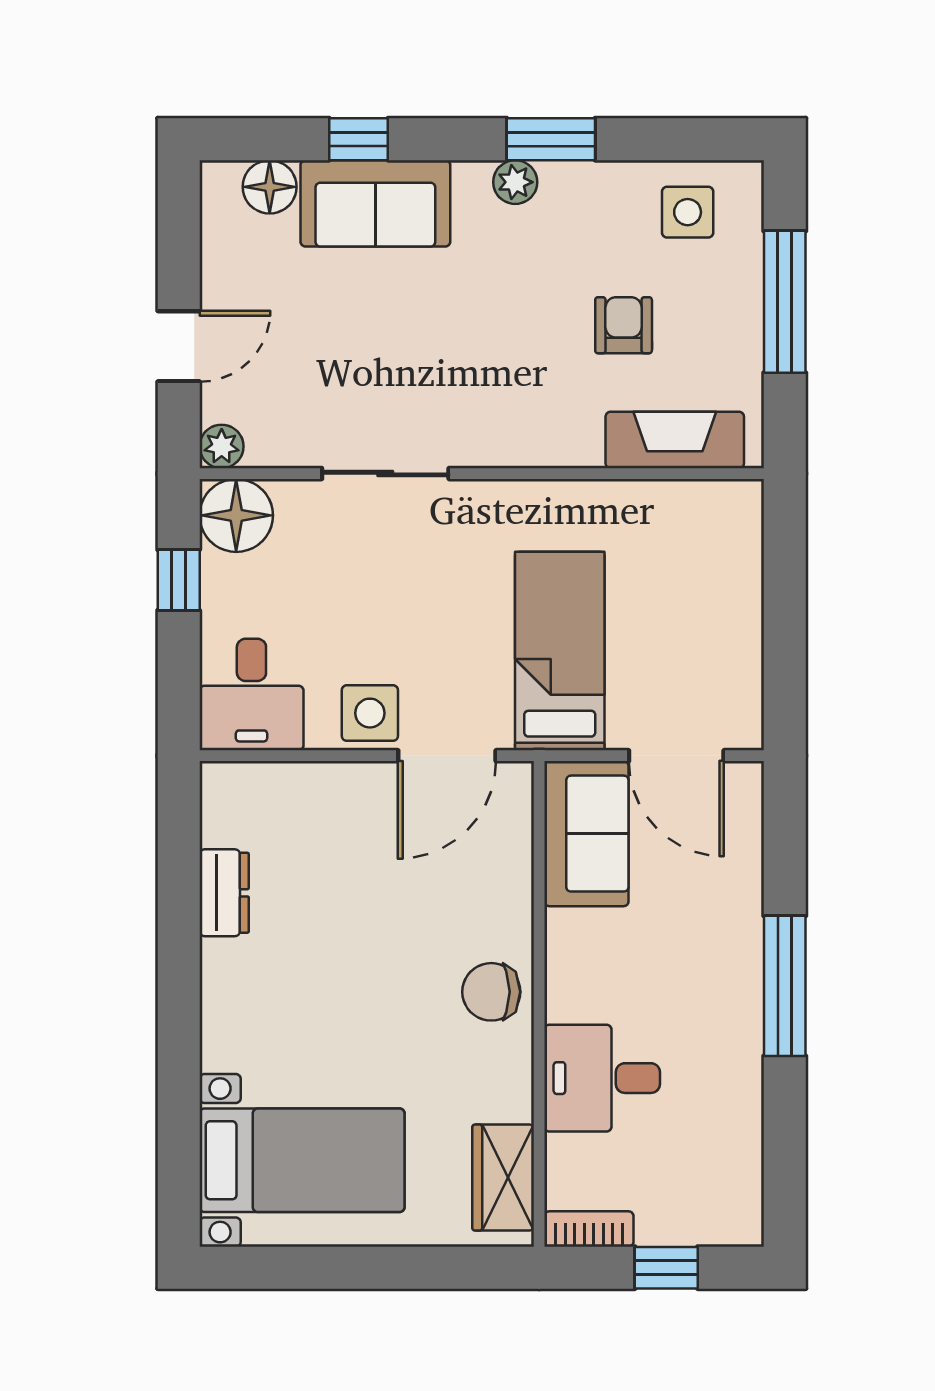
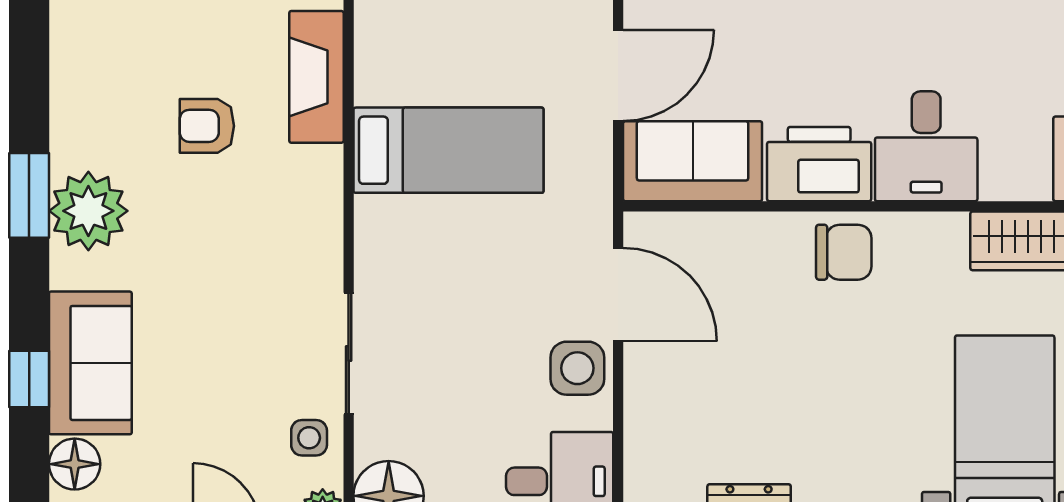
plant: (515, 182) -> (88, 211), width x1.88, depth x1.88
side table: (688, 212) -> (309, 438), moved, width x0.73, depth x0.73
bed: (560, 651) -> (449, 150), moved, turned 180
printer: (583, 966) -> (819, 164), added
chair: (491, 992) -> (844, 252), turned -90

